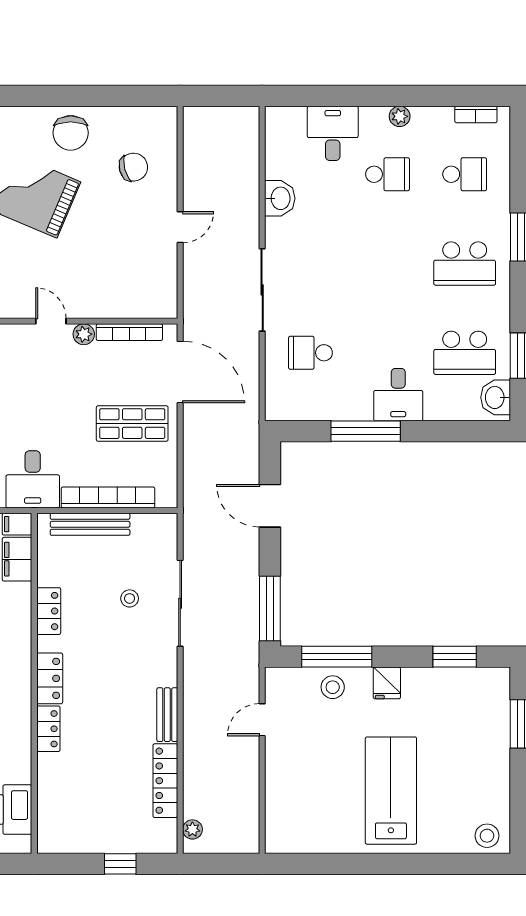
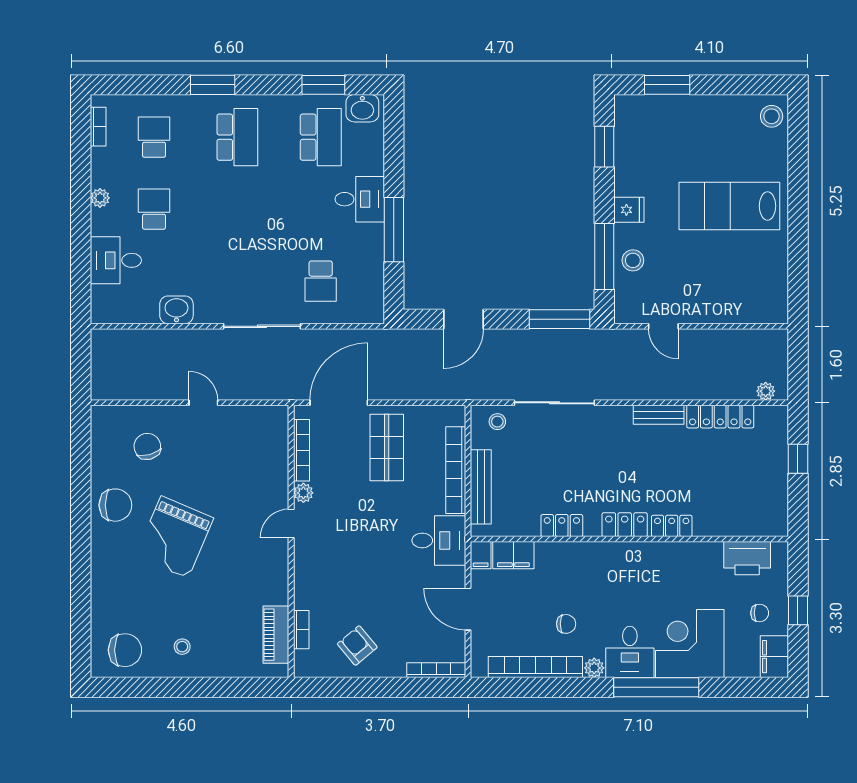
stool: (130, 598) -> (497, 422), moved

